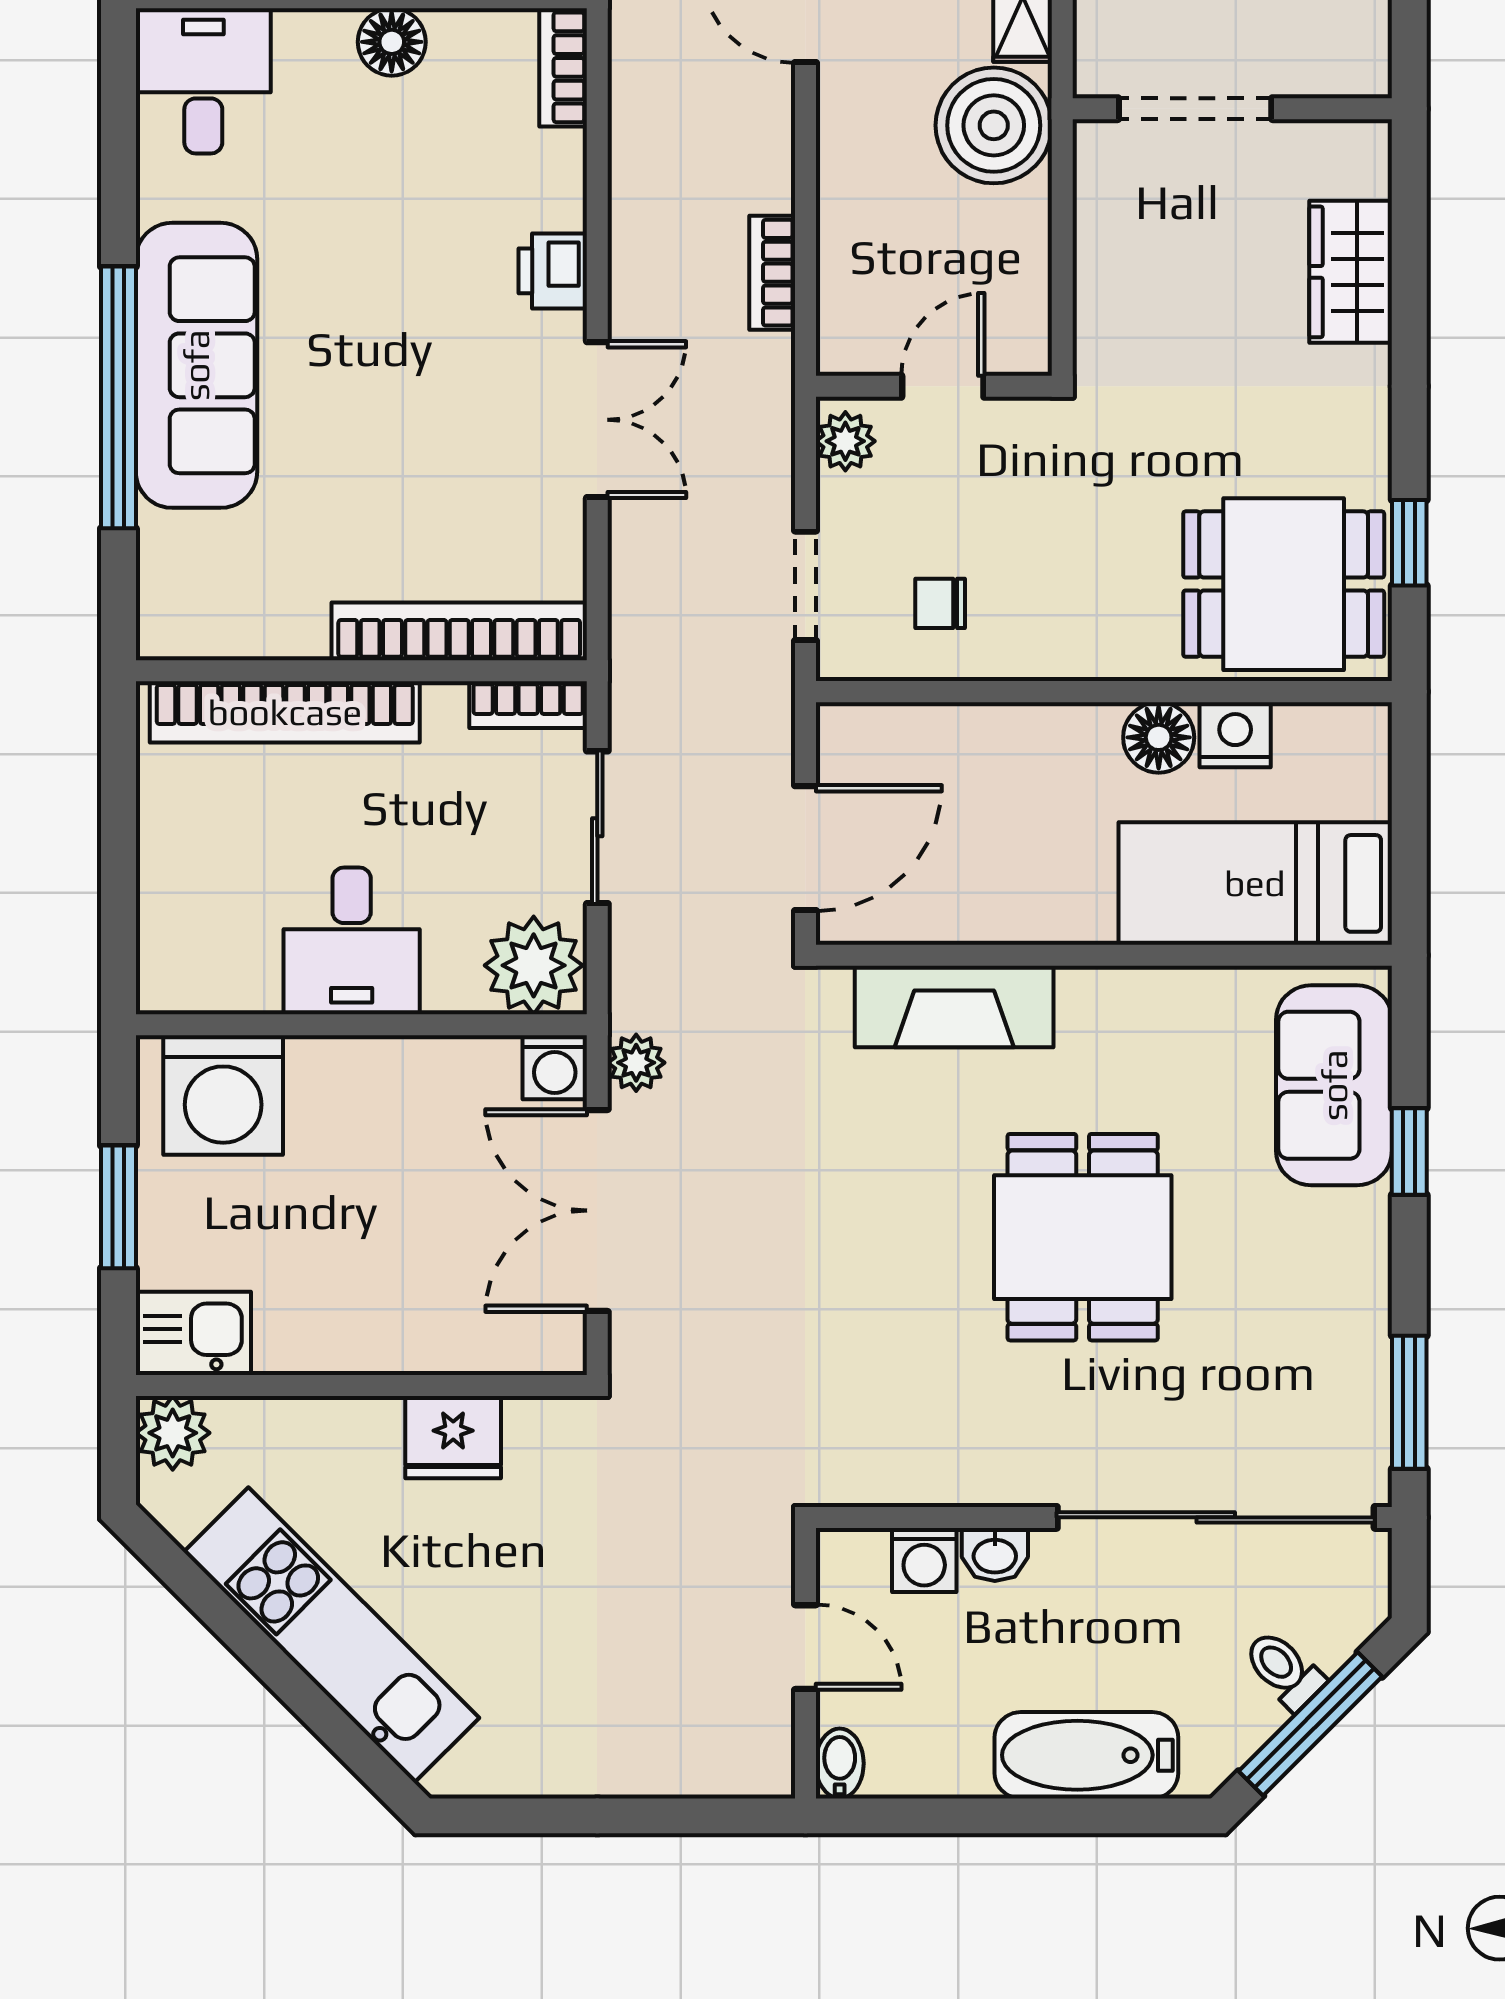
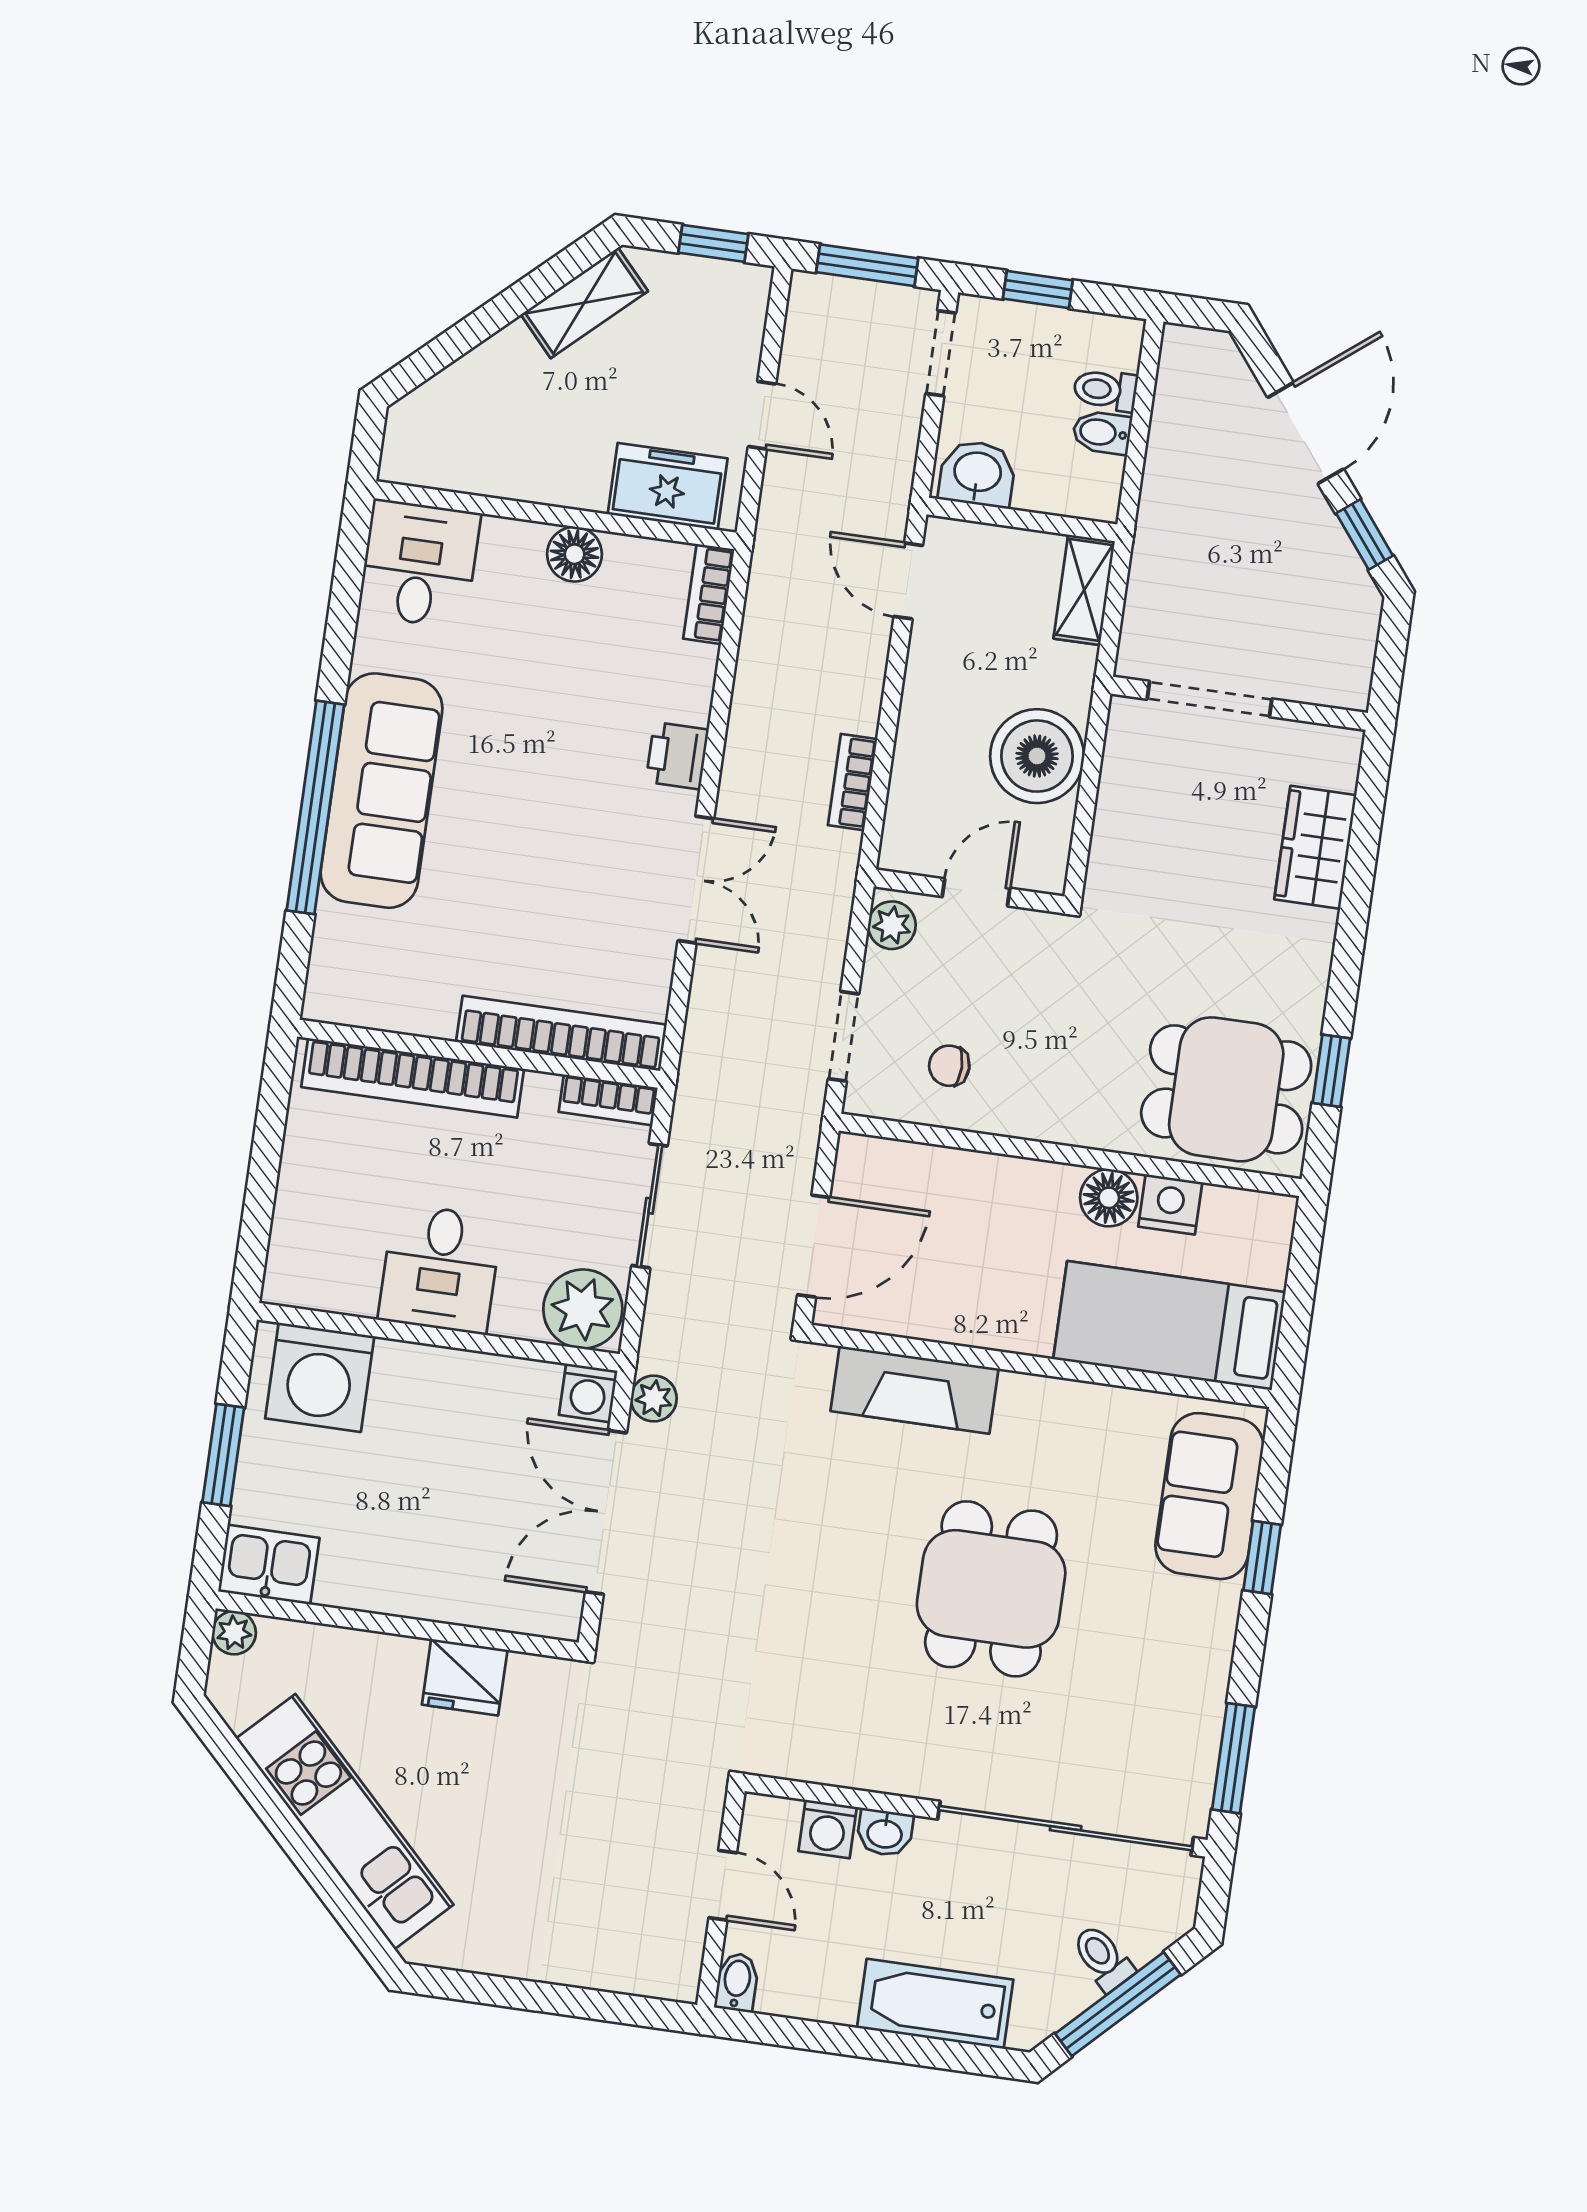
boiler: (994, 125) -> (1037, 756), moved
plant: (173, 1433) -> (234, 1633), width x0.73, depth x0.73

